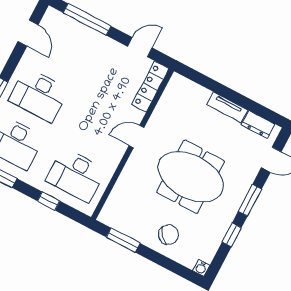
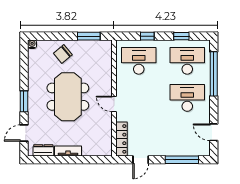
door: (137, 136) -> (114, 104), swing flipped
meeting table: (191, 177) -> (68, 97), turned 90
window: (232, 235) -> (24, 74), removed

